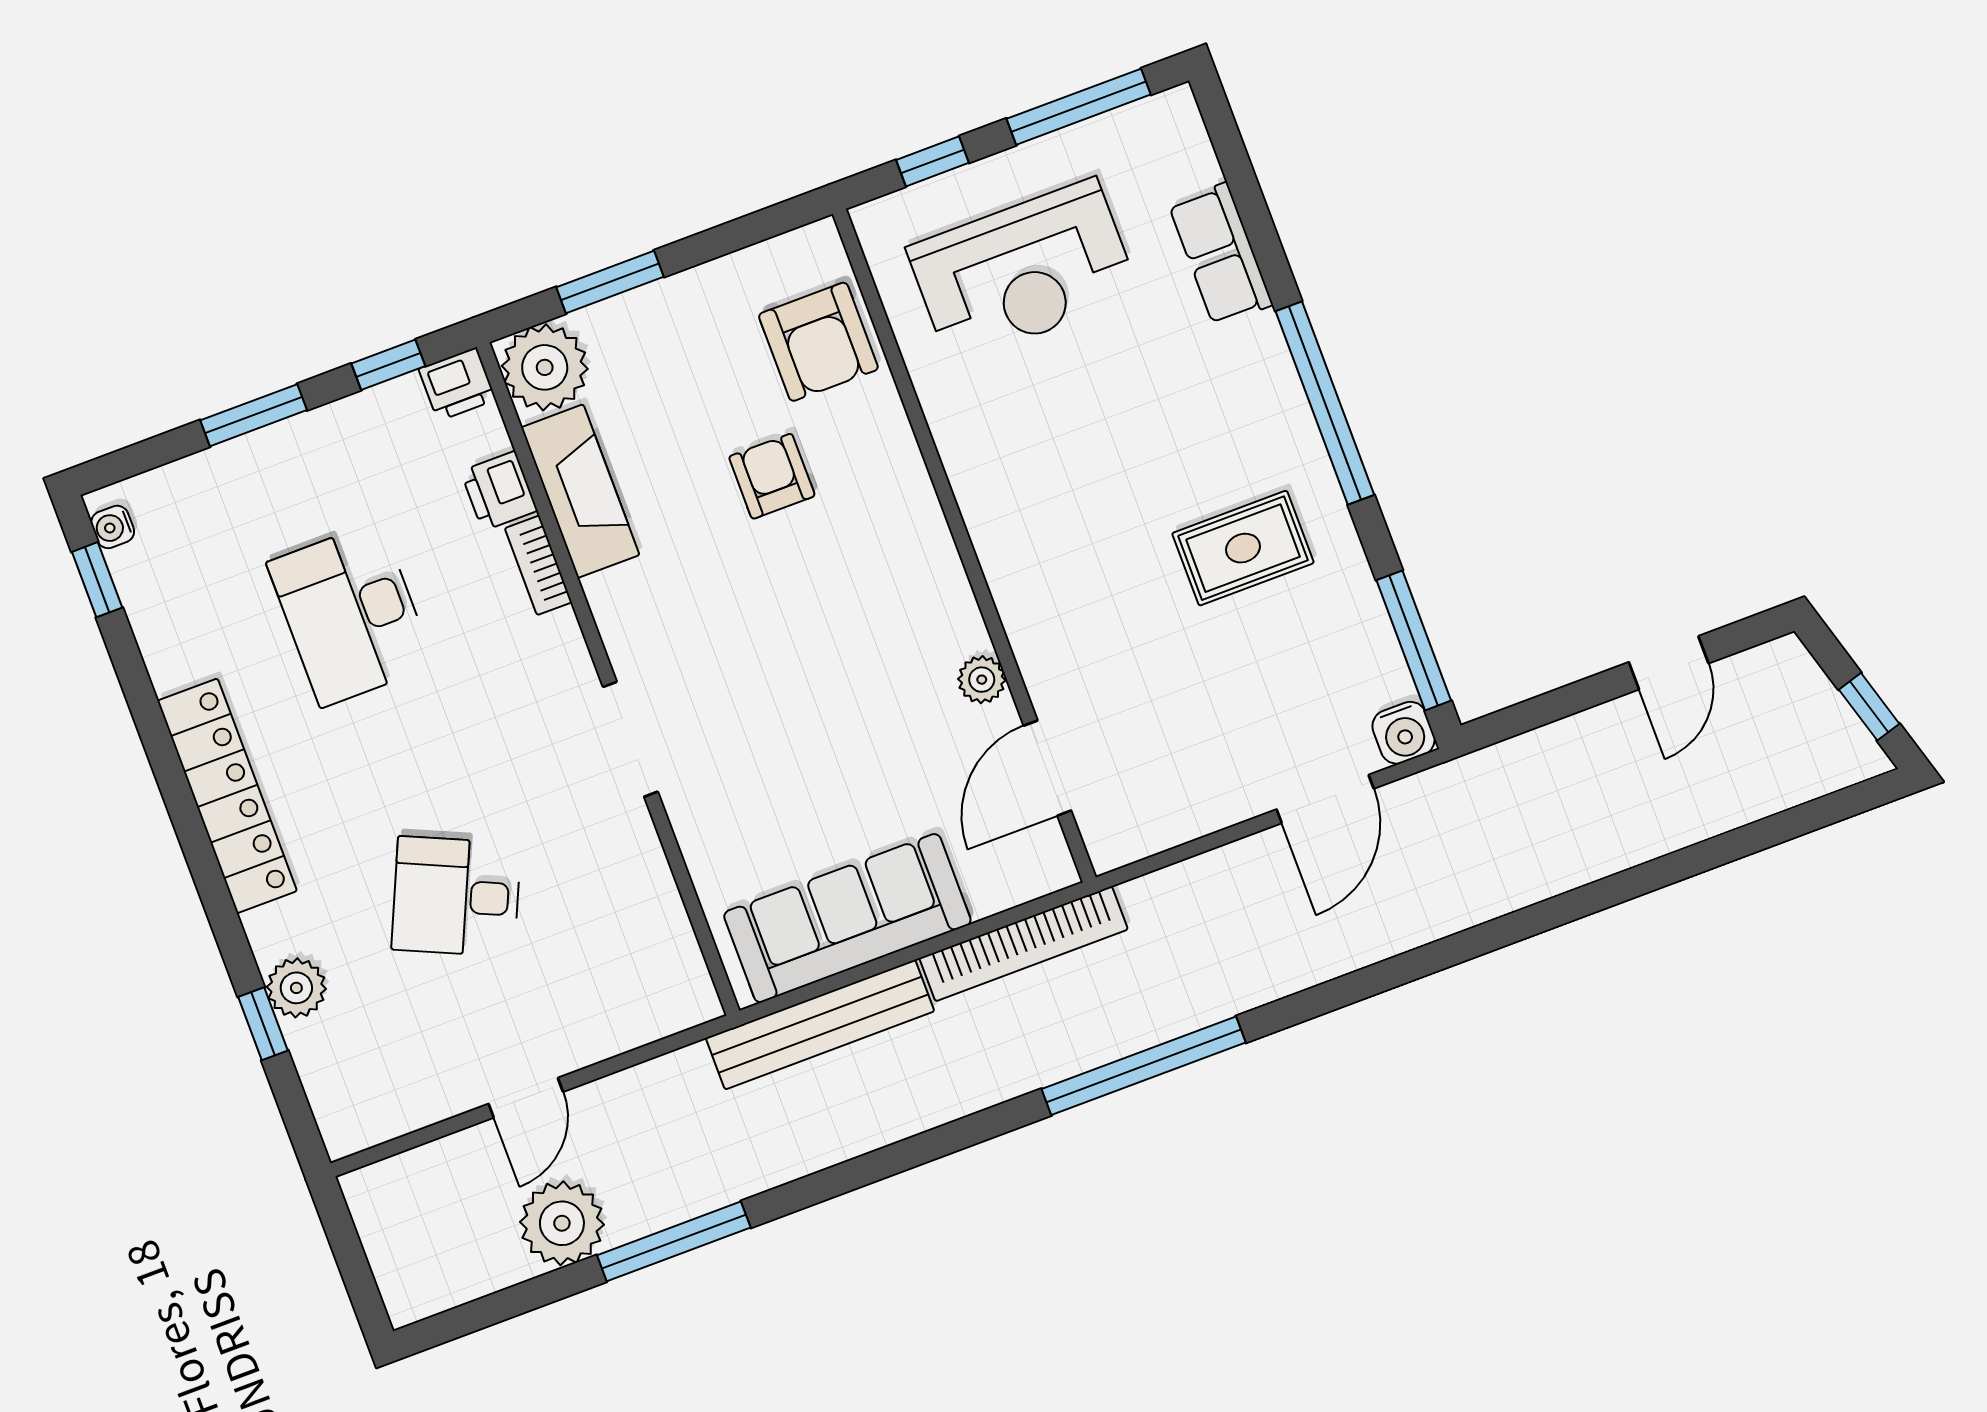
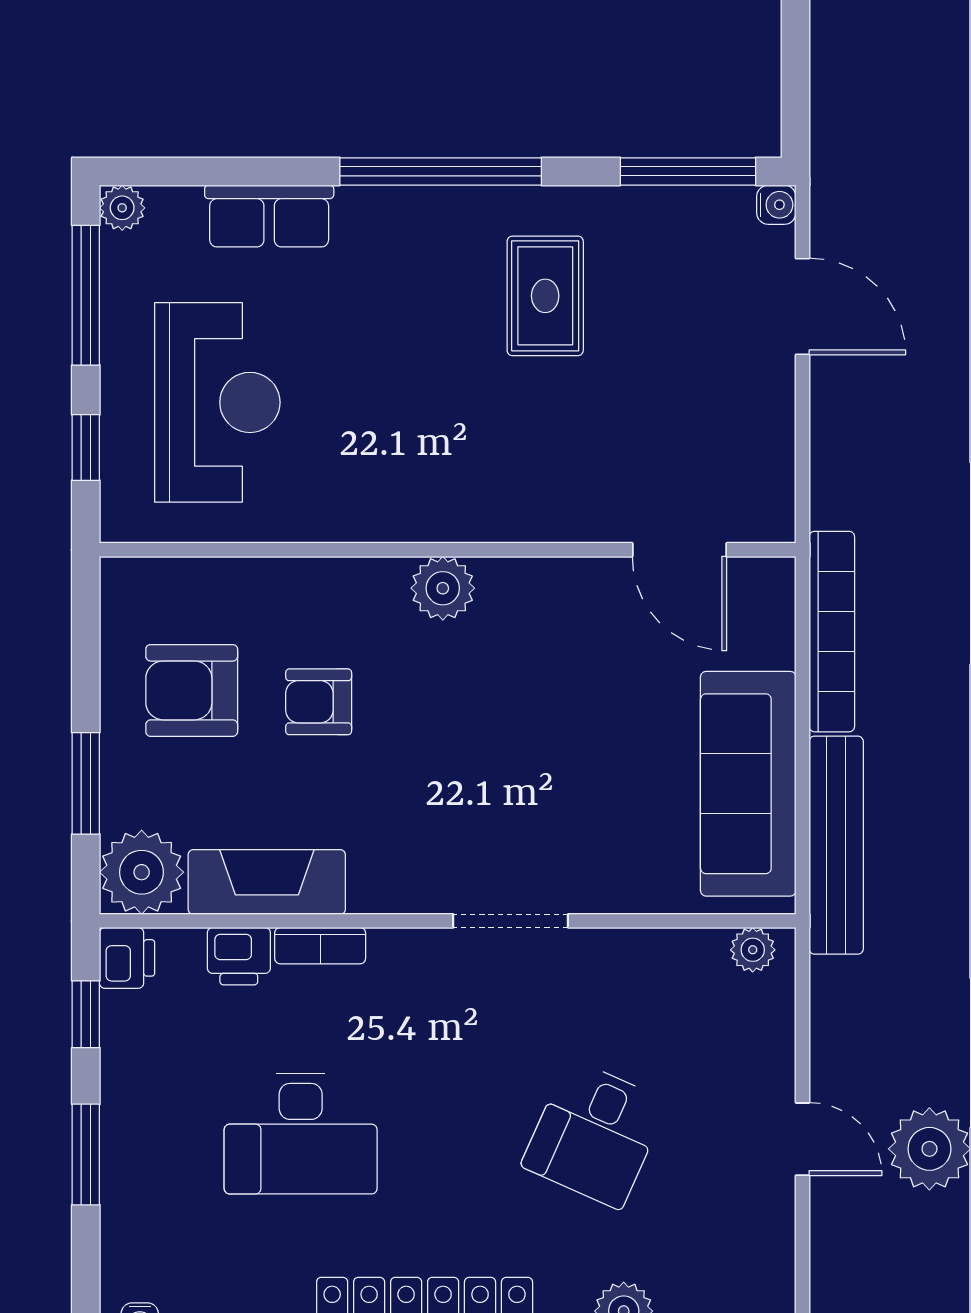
plant: (1176, 110) -> (122, 208), added
armchair: (818, 342) -> (192, 690), moved, turned 180
plant: (982, 680) -> (443, 588), moved, width x1.38, depth x1.38
water cooler: (1404, 733) -> (776, 205), width x0.72, depth x0.72
plant: (690, 982) -> (753, 950), added

